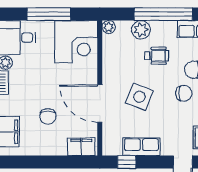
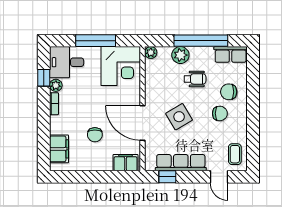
side table: (139, 97) -> (179, 117), turned 38
row of seats: (141, 147) -> (181, 163), width x1.48

